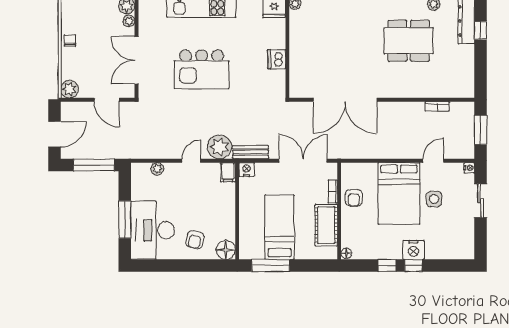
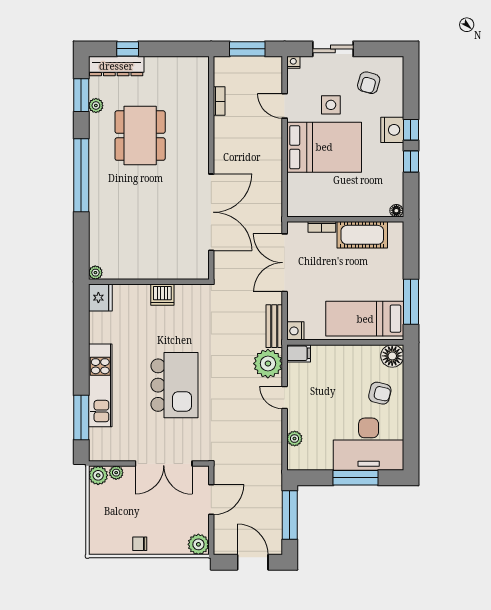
armchair: (354, 198) -> (369, 83), moved, turned 106
bed: (279, 227) -> (365, 319), moved

